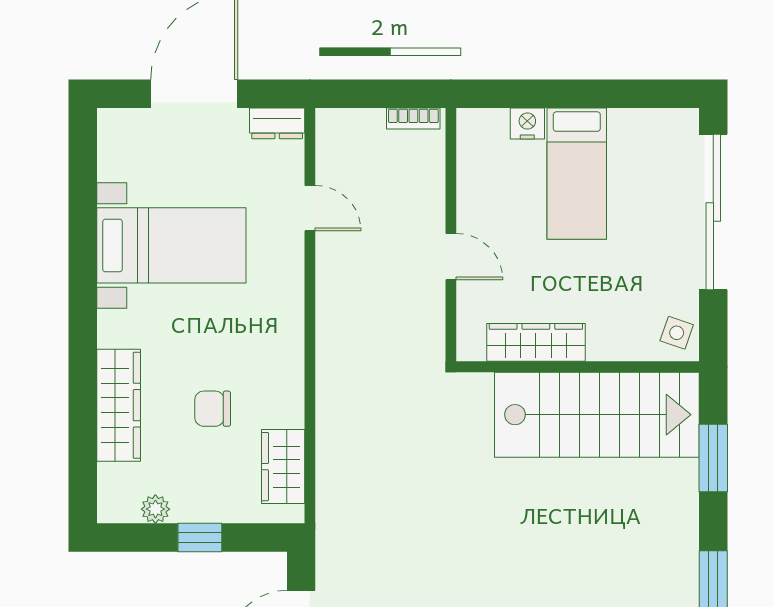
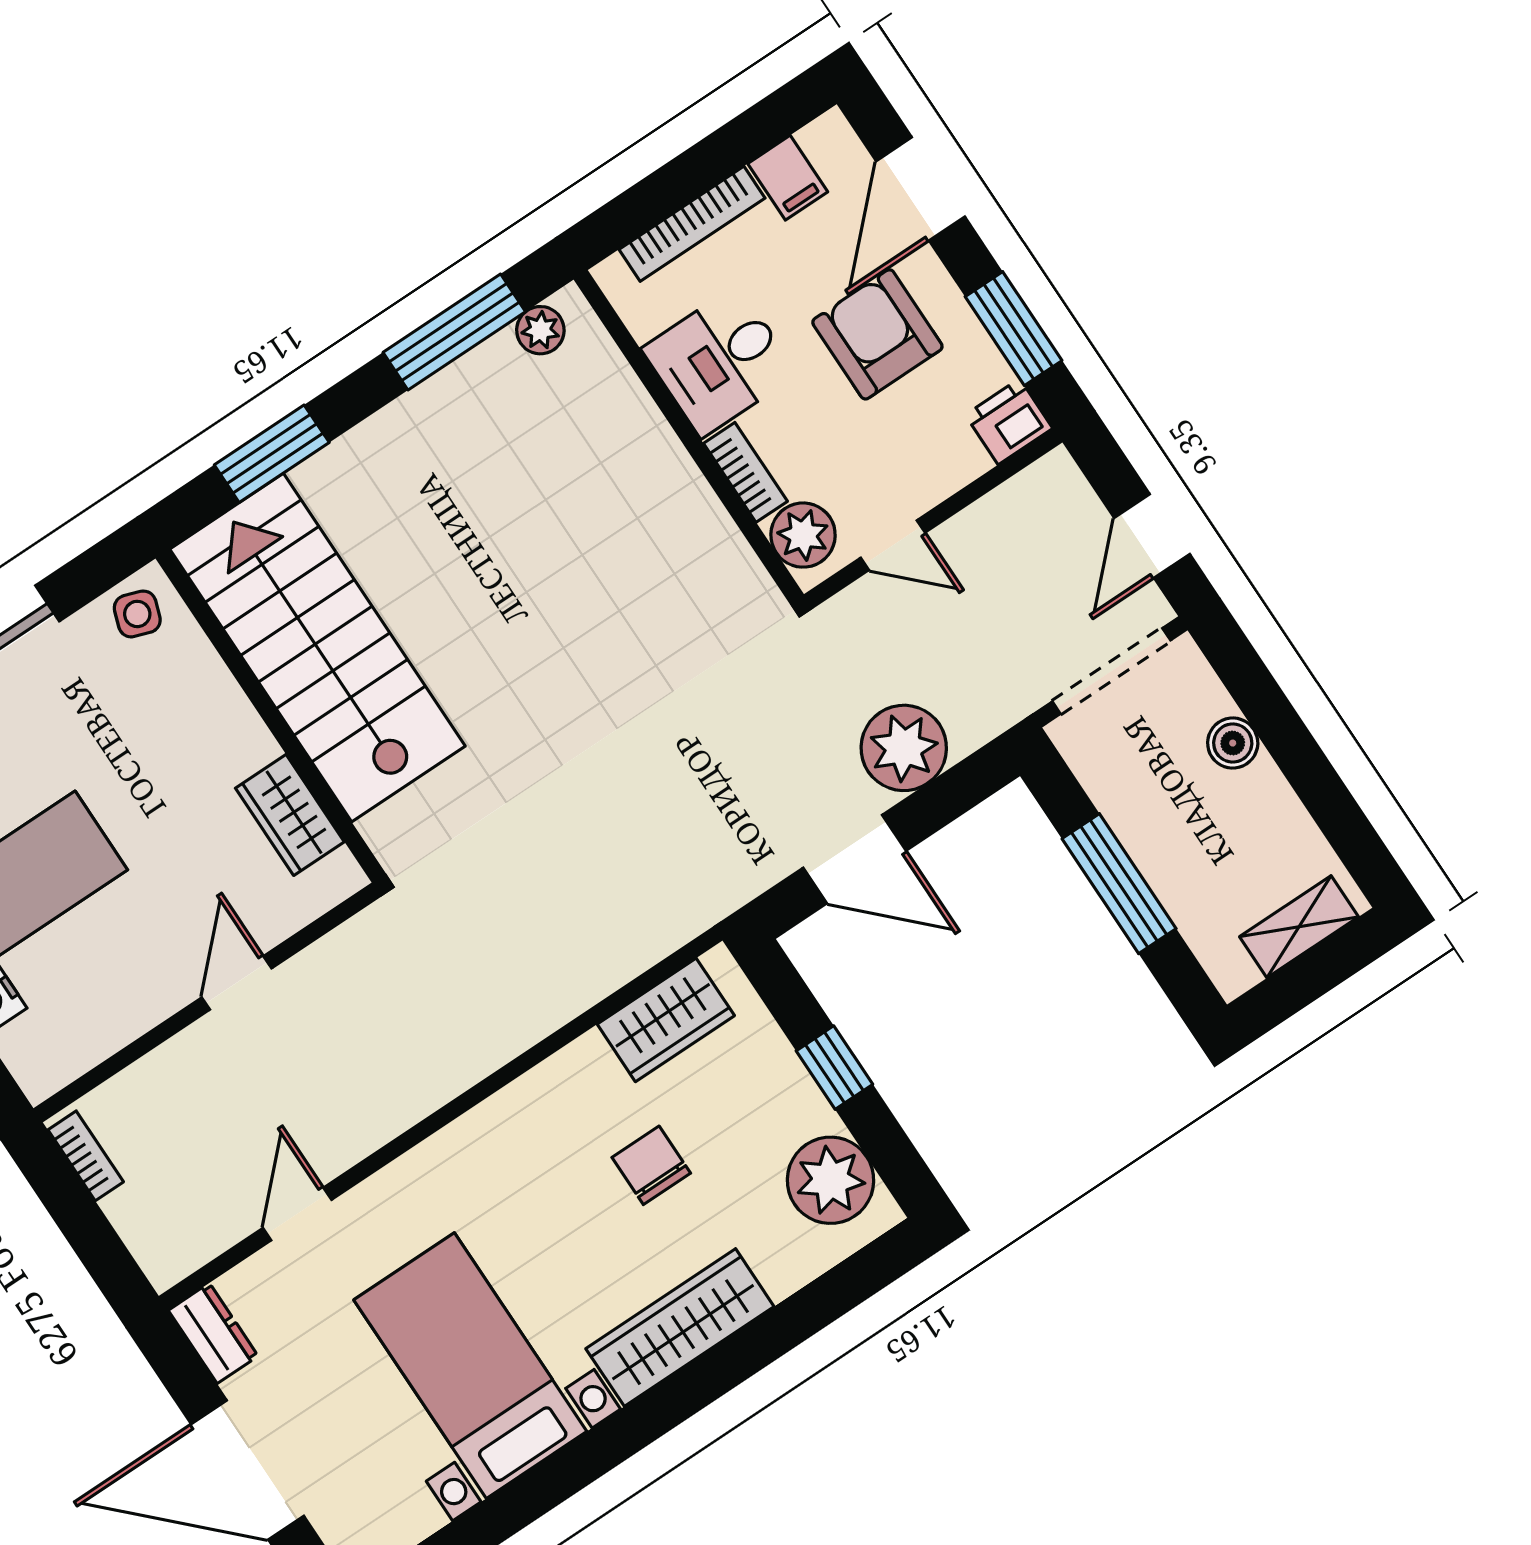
wardrobe: (536, 342) -> (290, 815), width x0.67
wardrobe: (119, 405) -> (680, 1328), moved
chair: (213, 409) -> (651, 1165), turned 180
plant: (155, 509) -> (830, 1180), width x1.87, depth x1.87

